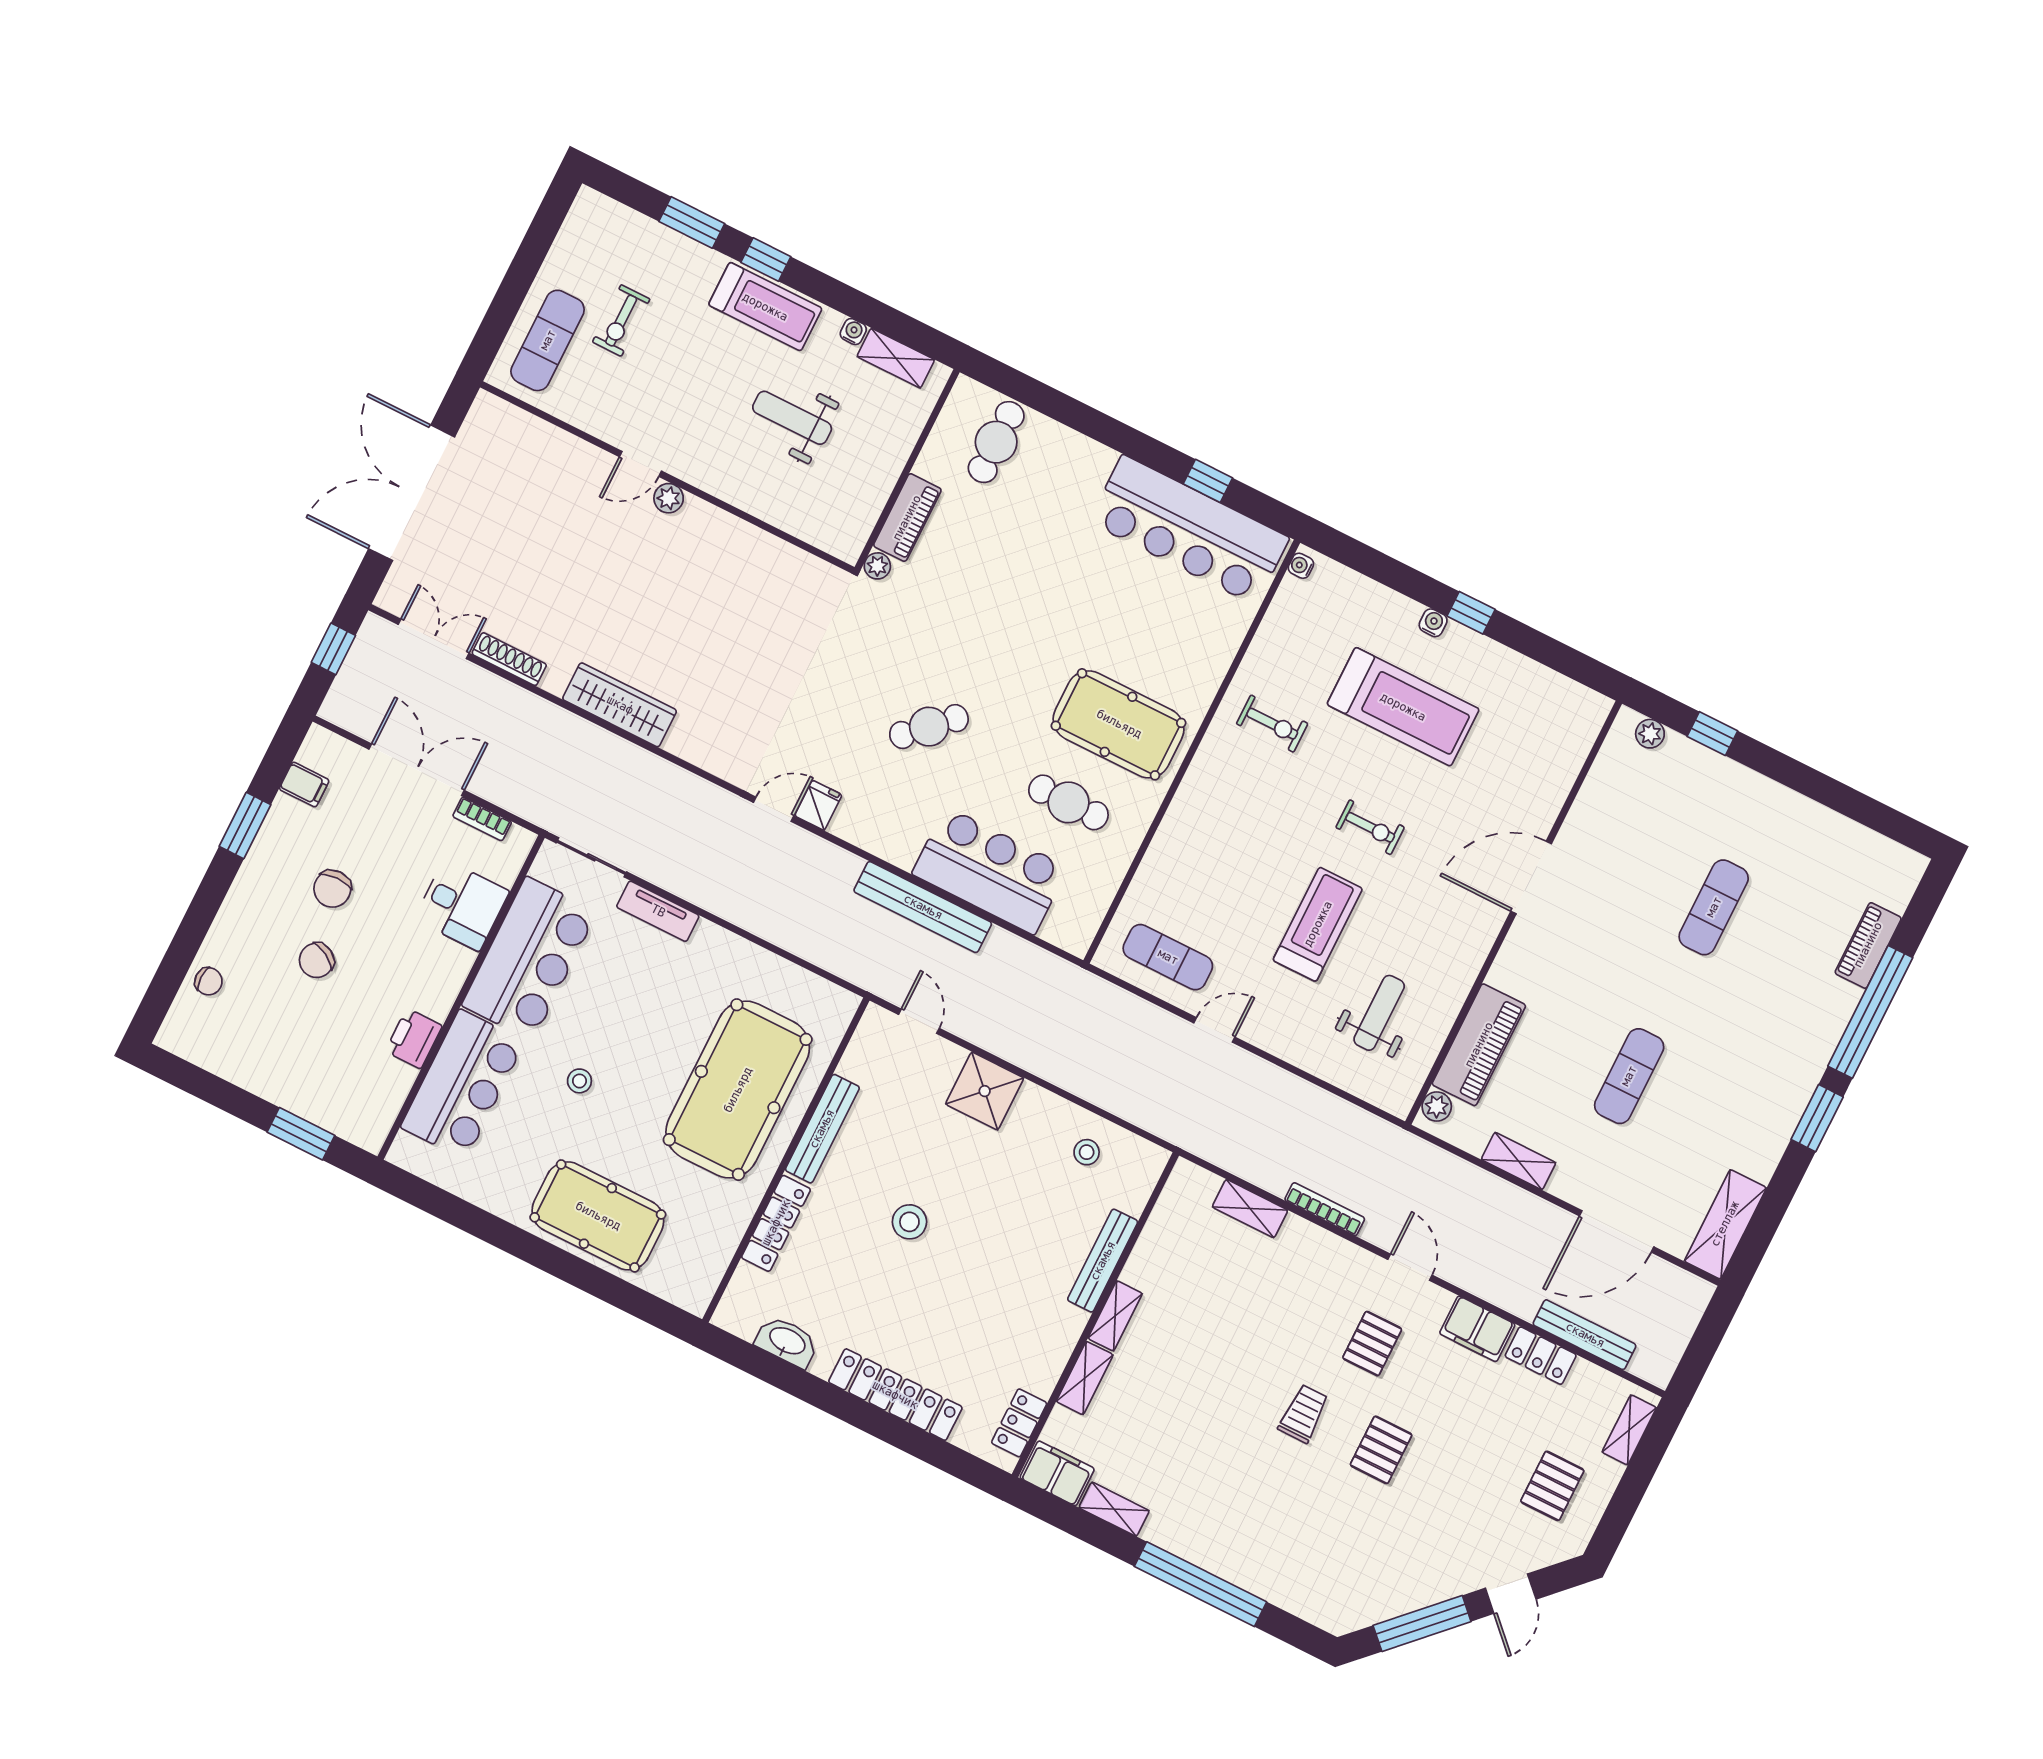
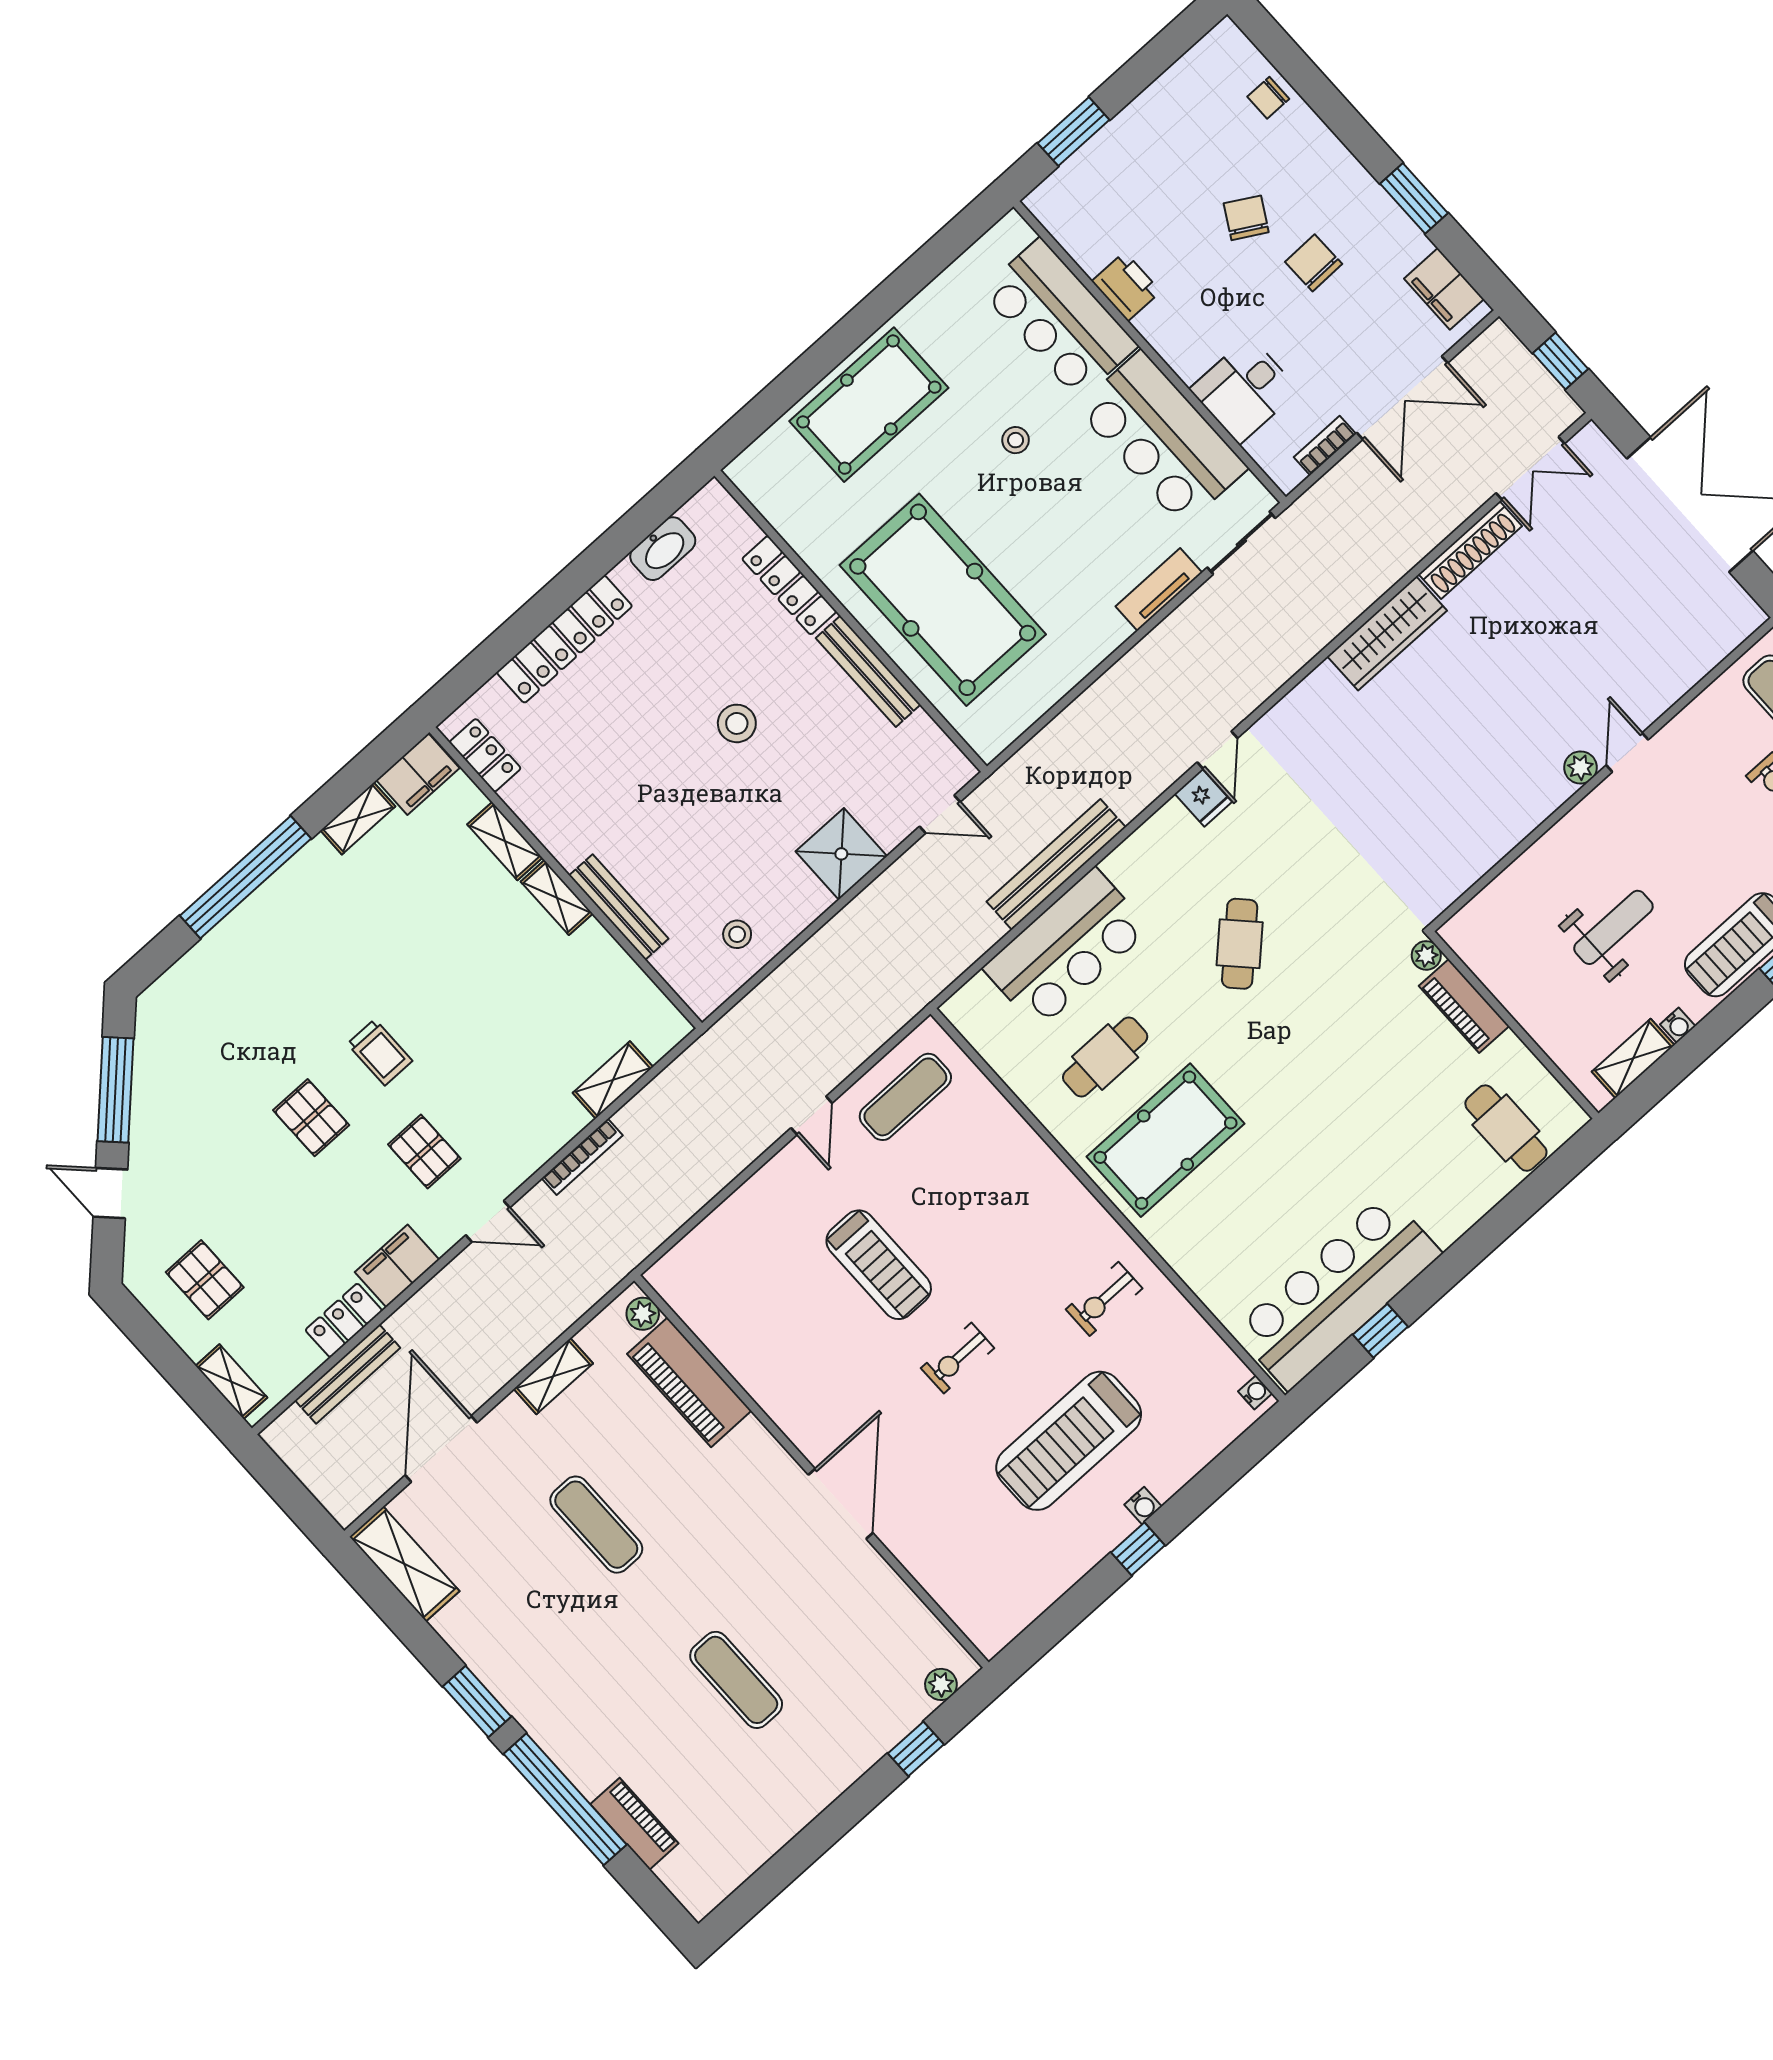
shoe rack: (509, 659) -> (1470, 550), width x1.36, depth x1.24
filing cabinet: (304, 785) -> (1444, 289), width x2.00
weight bench: (1379, 1013) -> (763, 1292), removed

